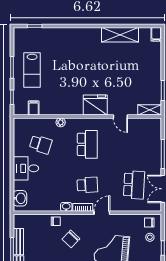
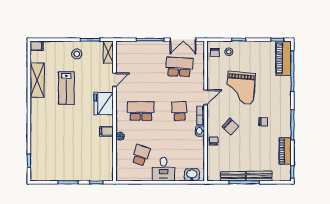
lab bench: (32, 70) -> (66, 88), moved, turned 90
stool: (148, 77) -> (77, 54), added
filing cabinet: (34, 108) -> (106, 131), moved
door: (102, 213) -> (206, 97), swing flipped

